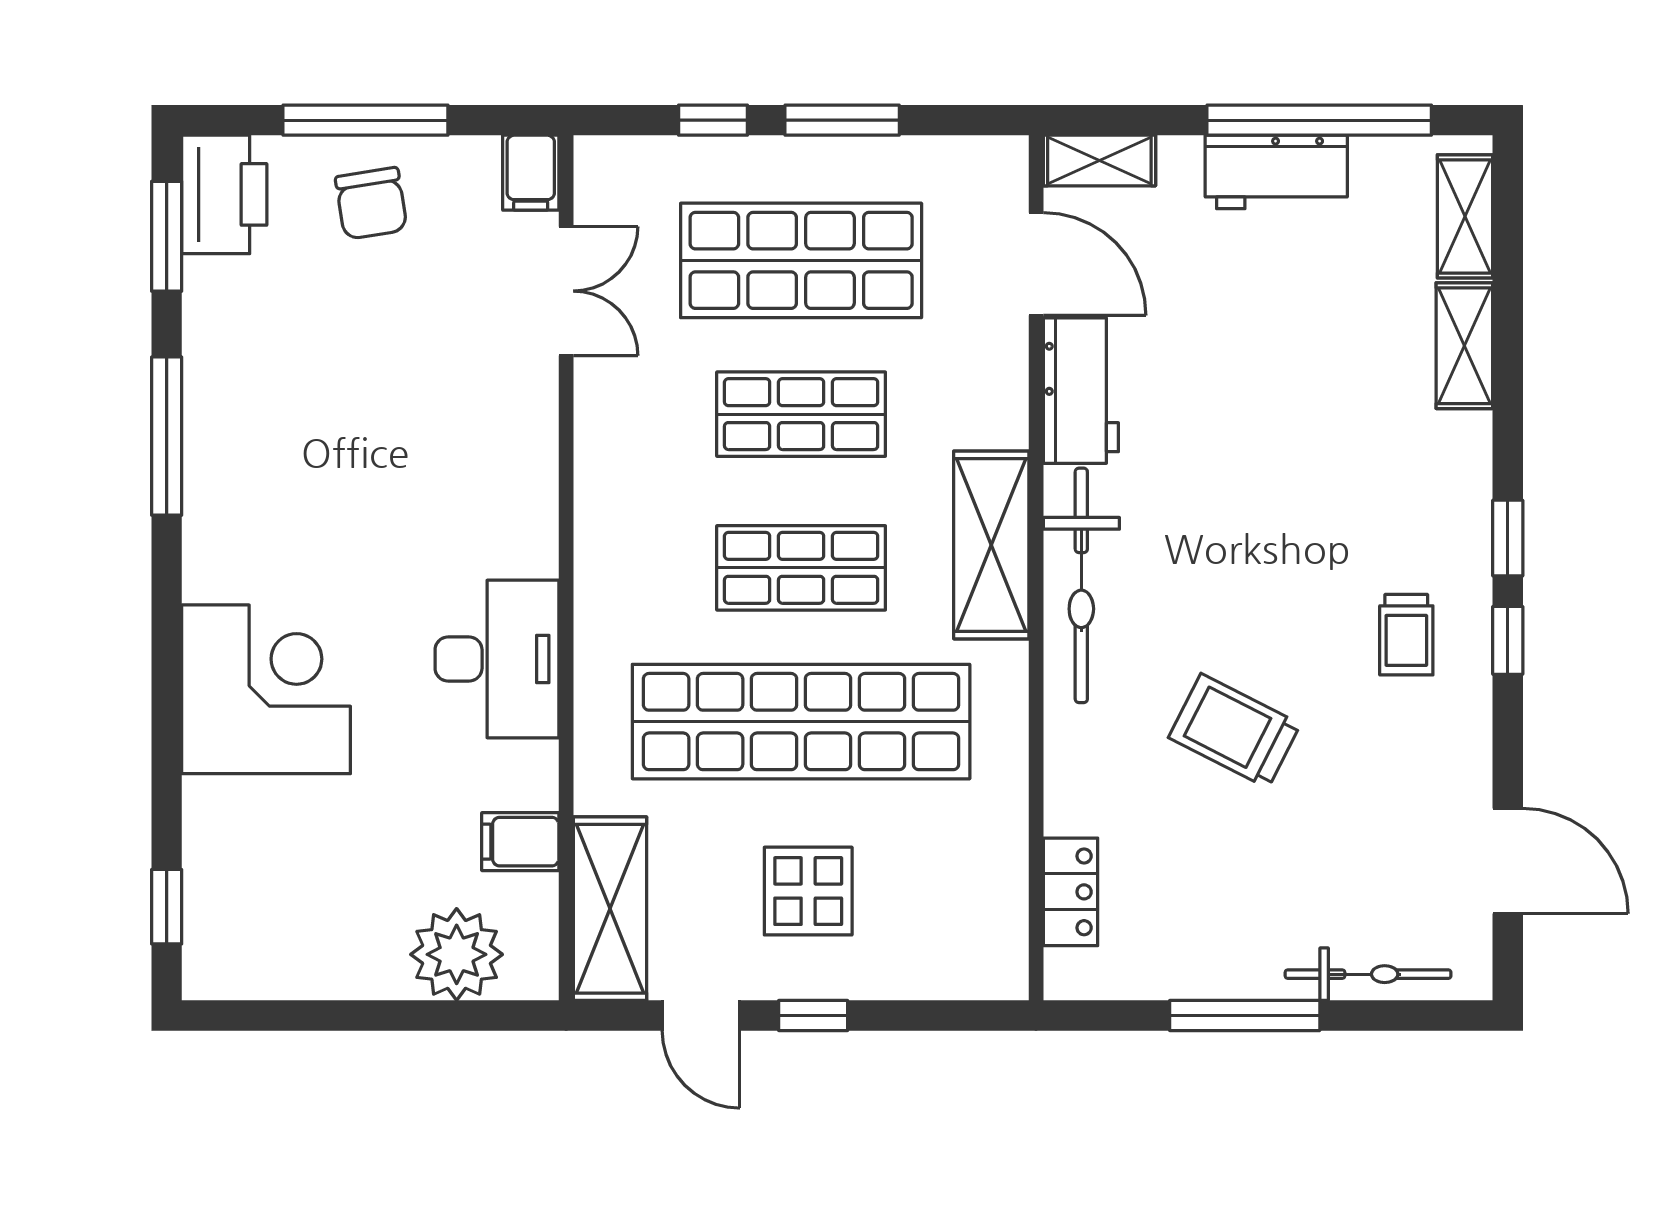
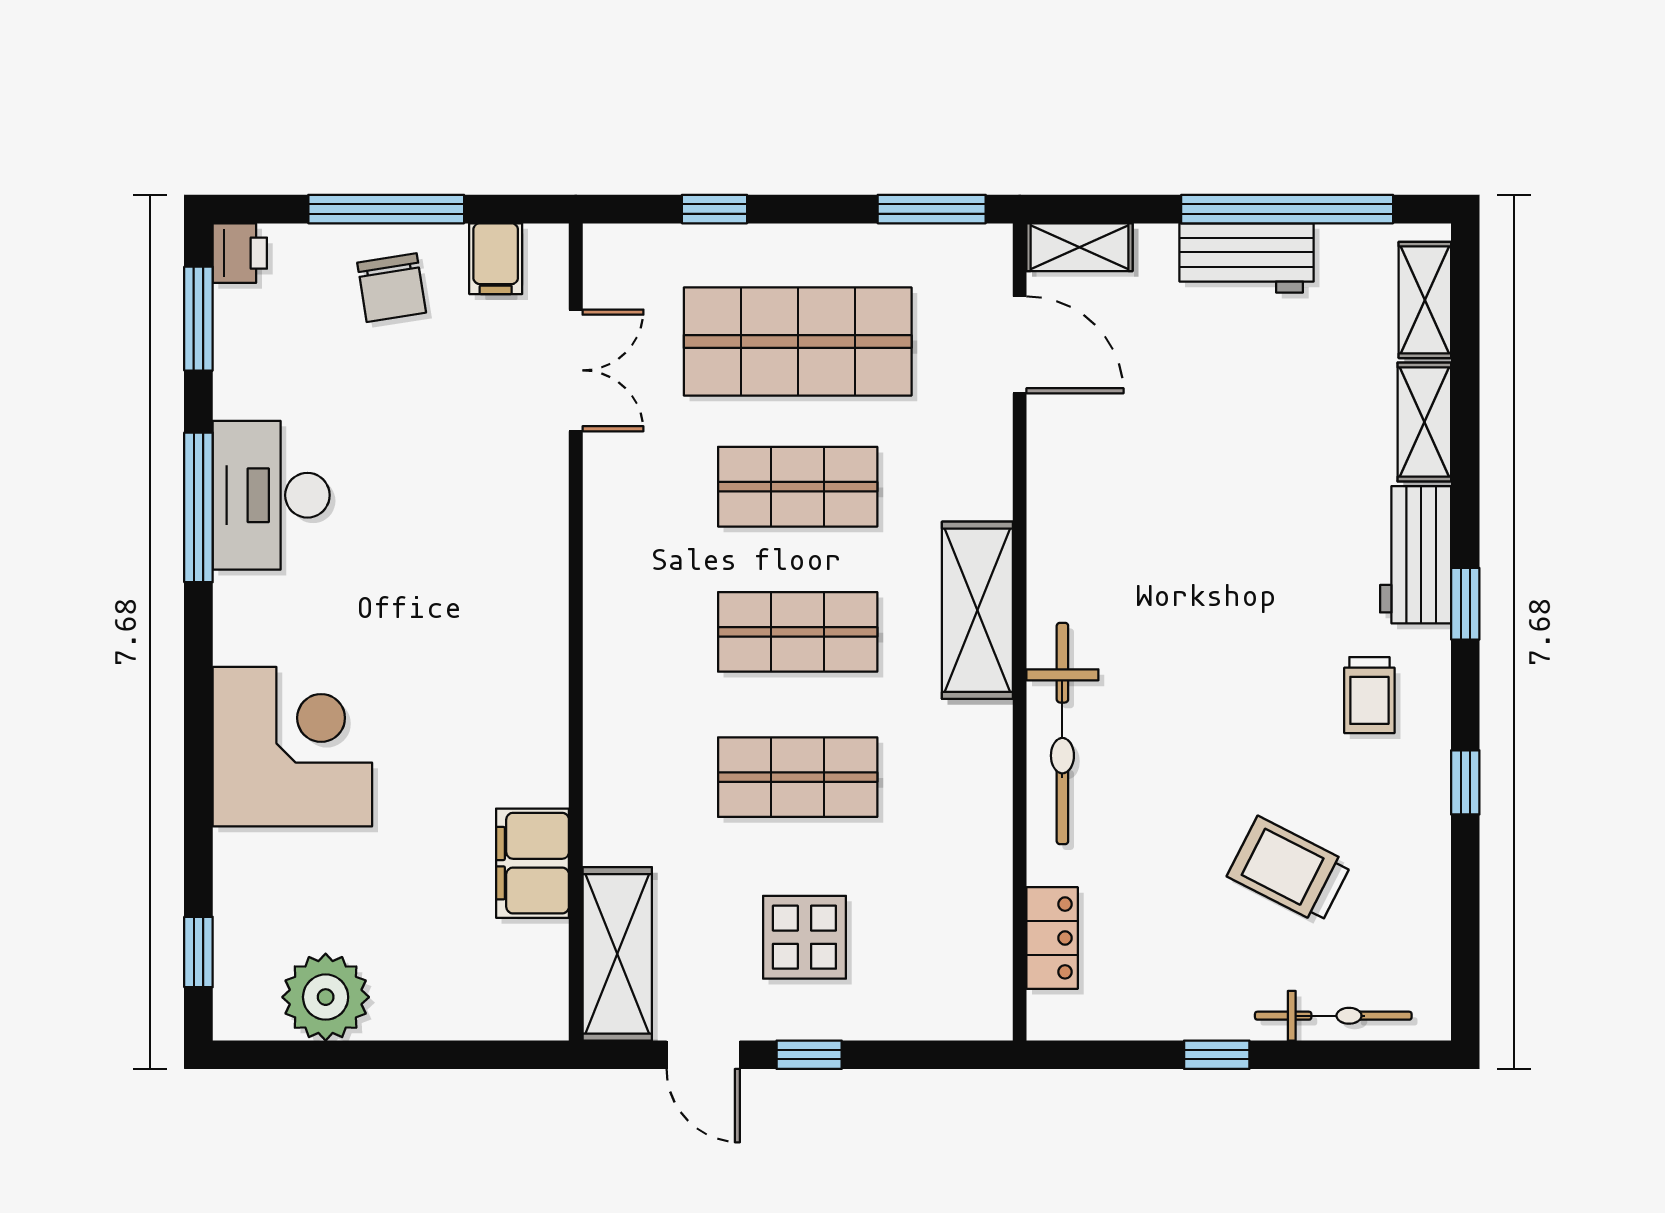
window: (842, 120) -> (932, 209), moved
filing cabinet: (531, 173) -> (496, 259), moved
printer: (224, 194) -> (240, 253), width x0.53, depth x0.68
workbench: (1081, 391) -> (1416, 555), moved, turned 180
bicycle: (1081, 585) -> (1062, 734), moved
window: (1508, 640) -> (1465, 782), moved
desk: (497, 659) -> (271, 495), moved, turned 180
shop shelf: (801, 722) -> (798, 777), width x0.50, depth x0.74
trolley: (1235, 731) -> (1289, 870), moved
filing cabinet: (520, 842) -> (532, 863), width x2.00
door: (1508, 861) -> (1465, 909), removed
plant: (457, 954) -> (326, 997), moved
window: (1245, 1015) -> (1217, 1055), width x0.46

